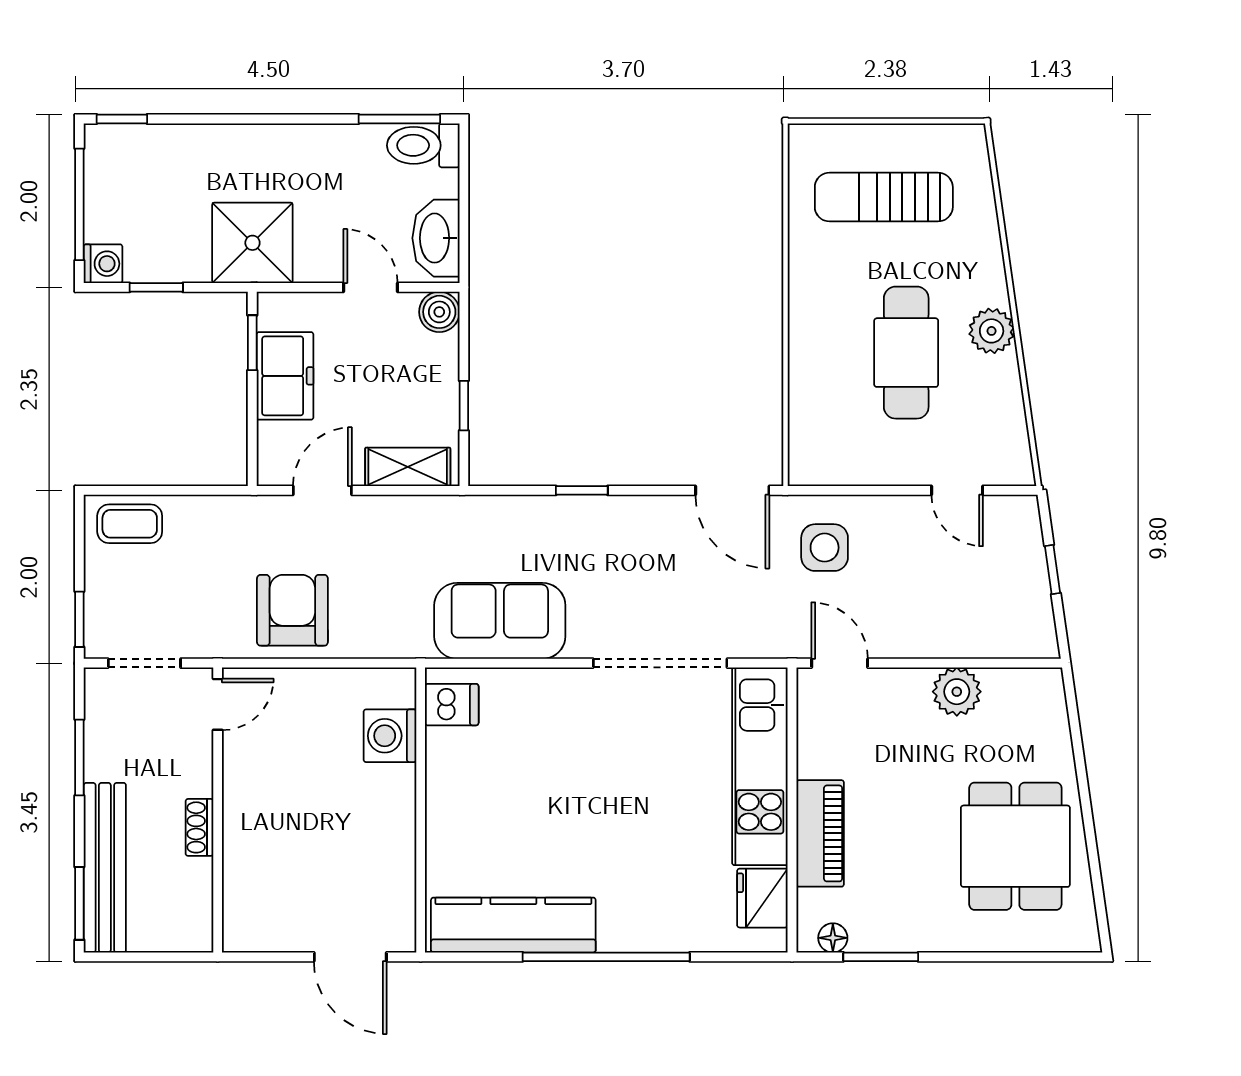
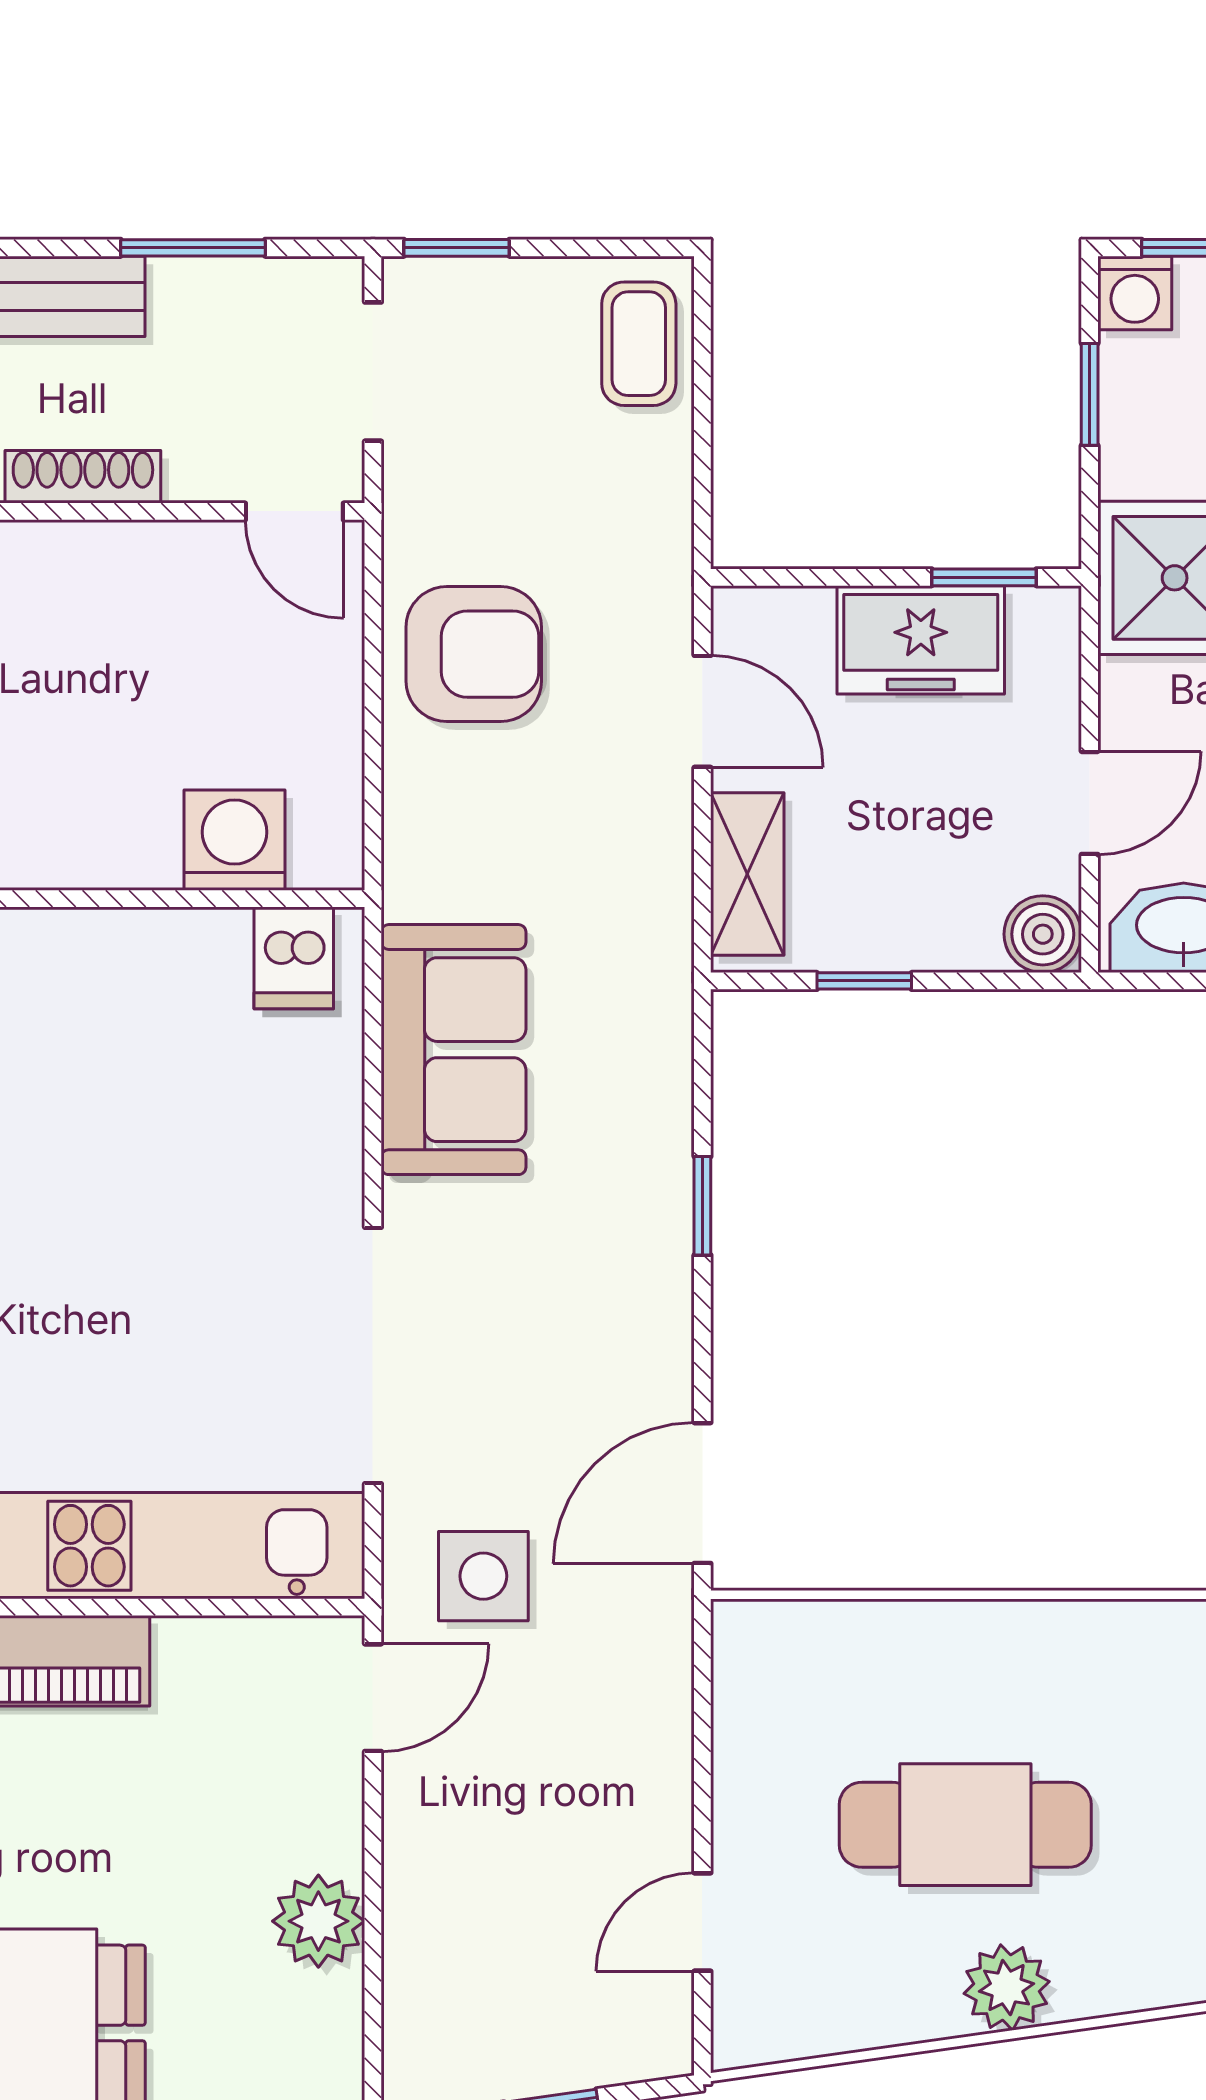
side table: (825, 548) -> (483, 1576), moved
shoe rack: (199, 827) -> (83, 477), width x1.43

